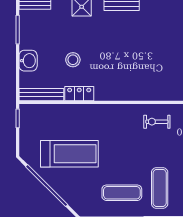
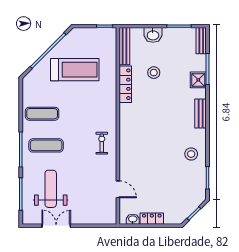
stool: (170, 15) -> (191, 154), added
locker: (79, 94) -> (125, 84), width x1.53
treadmill: (69, 154) -> (75, 70), turned -90
exercise mat: (122, 193) -> (42, 114), turned 90

